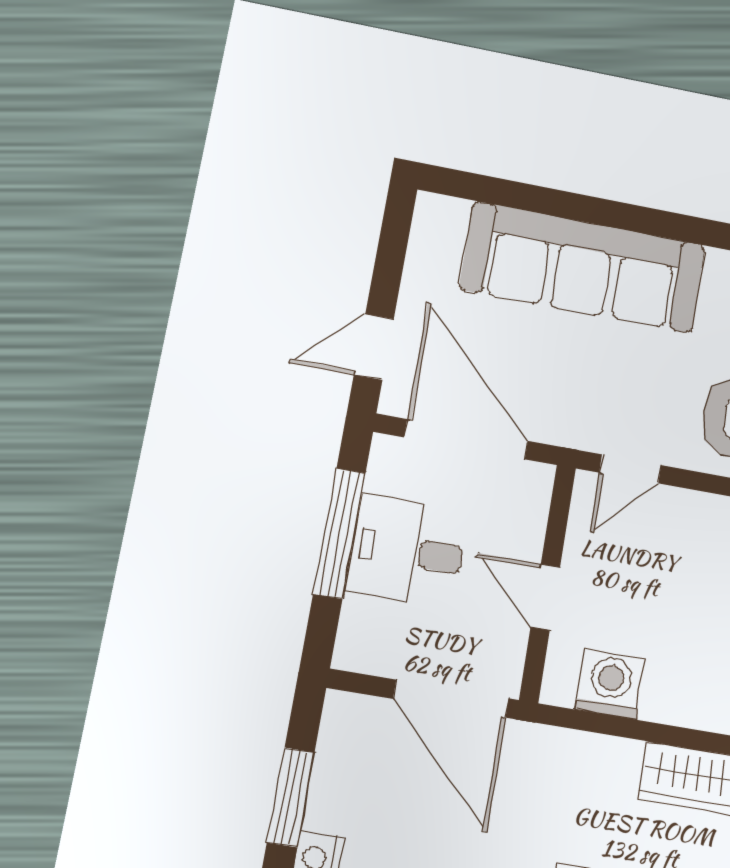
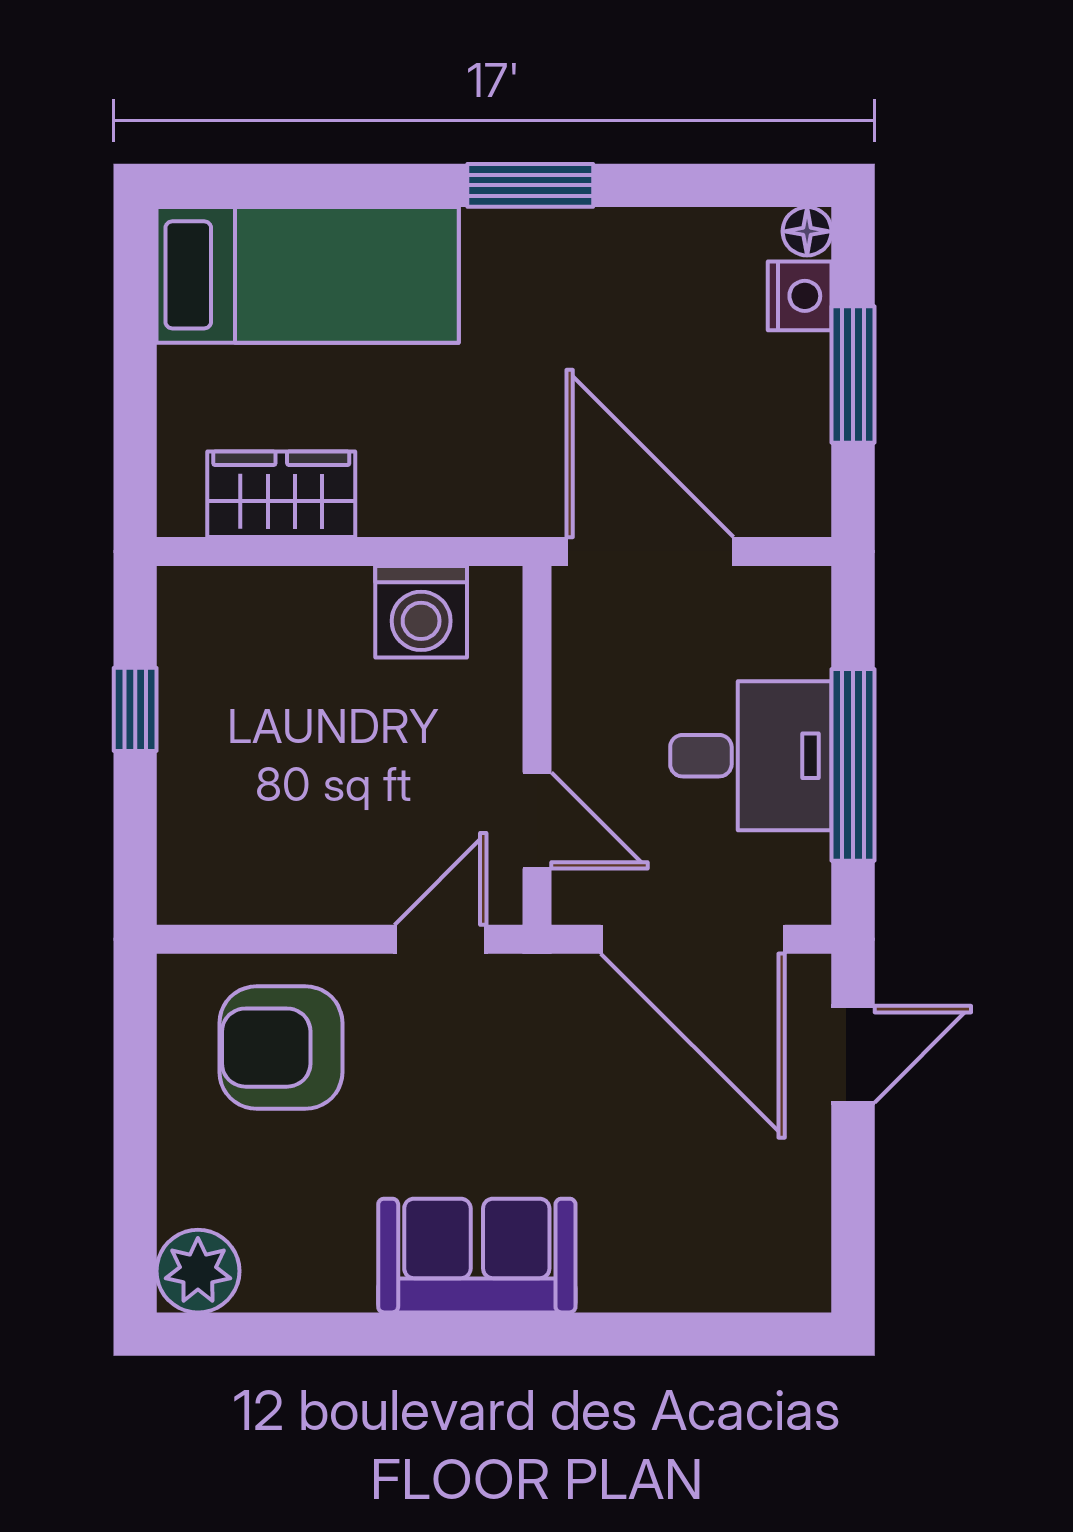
sofa: (583, 267) -> (477, 1256), width x0.54, depth x0.79
door: (545, 597) -> (537, 820), moved

